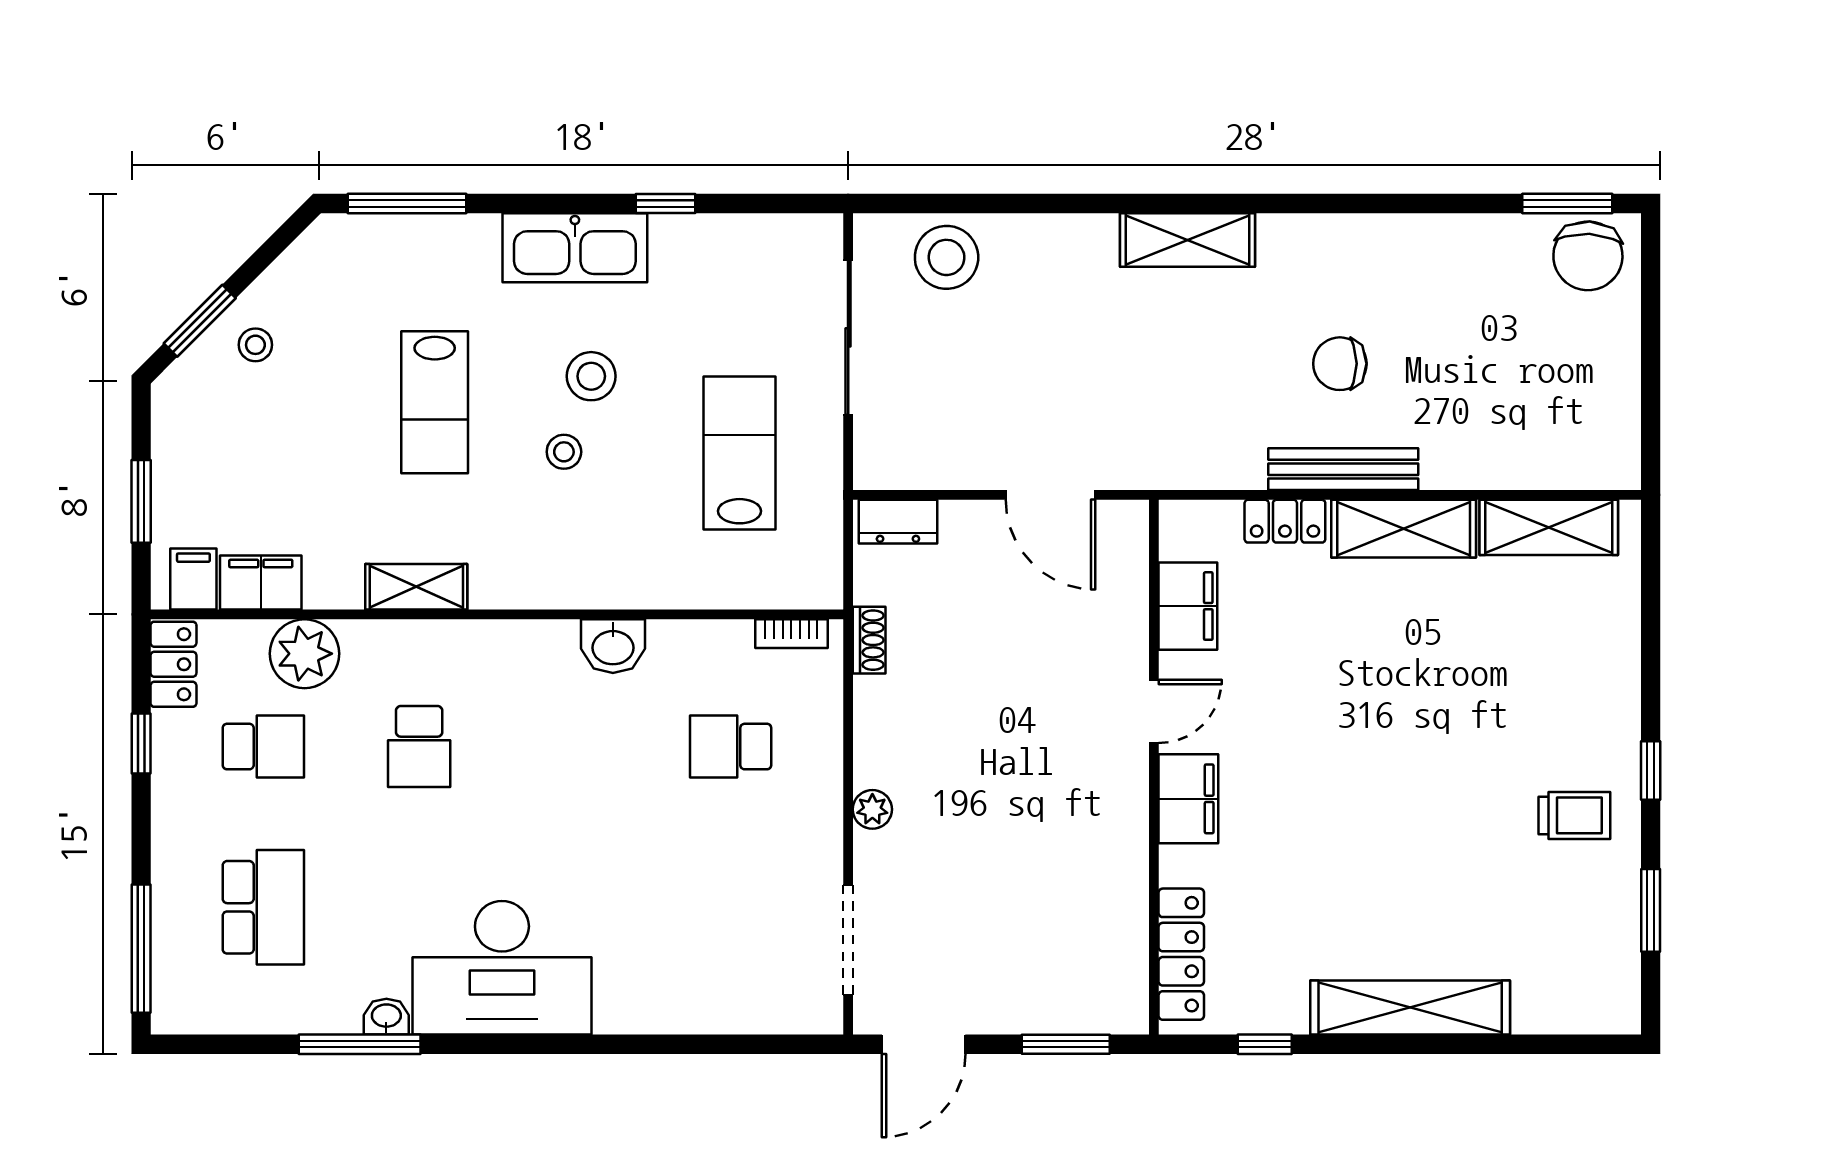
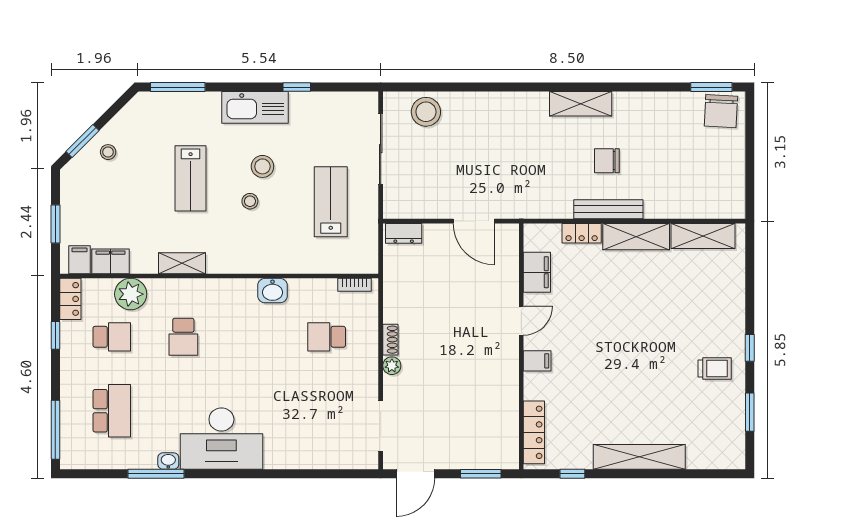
shelving: (1188, 240) -> (581, 104), moved
shoe rack: (869, 640) -> (390, 340), moved
filing cabinet: (1188, 799) -> (537, 361), width x0.50

